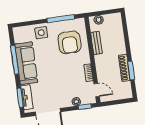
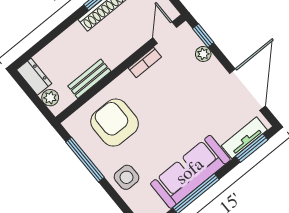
dresser: (113, 18) -> (34, 77), added
armchair: (70, 42) -> (115, 123), turned -90

